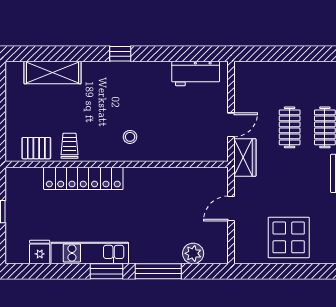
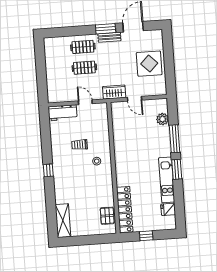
shelving: (53, 73) -> (63, 221), moved
workbench: (196, 74) -> (63, 113), moved, turned 90
trolley: (70, 146) -> (80, 145), moved
wardrobe: (245, 157) -> (114, 92), moved
locker: (83, 178) -> (125, 210), moved

